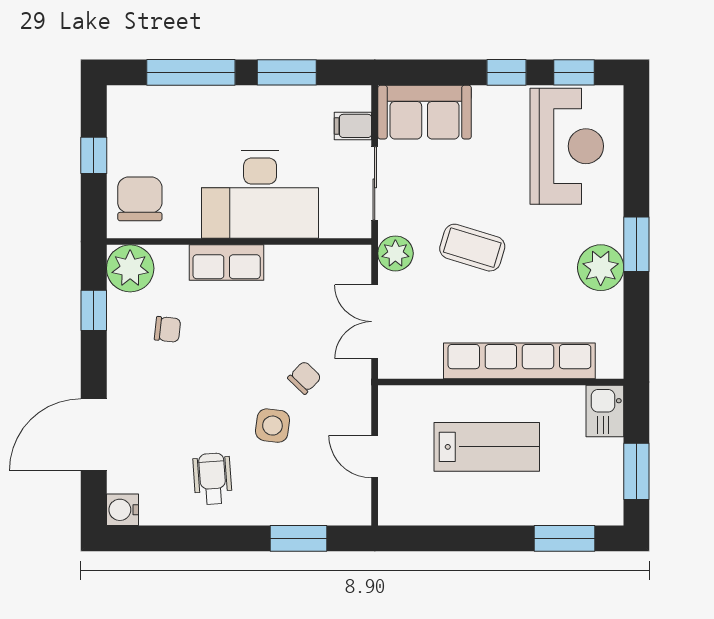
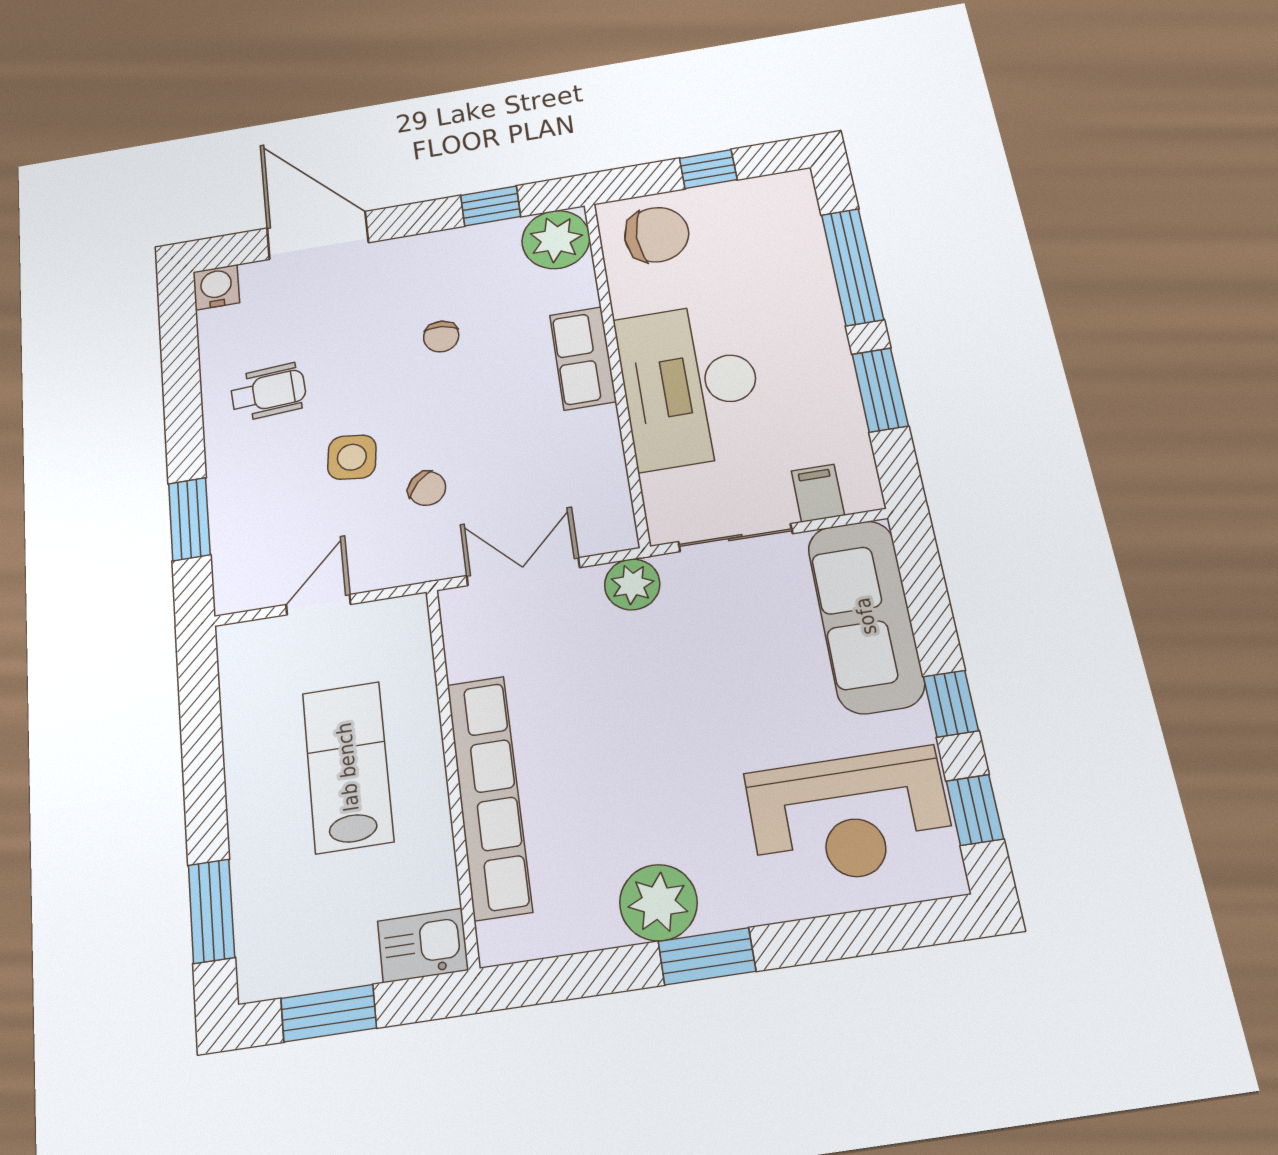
sofa: (425, 112) -> (866, 616), width x1.36
coffee table: (472, 248) -> (659, 696), removed
chair: (167, 329) -> (441, 336), moved
lab bench: (487, 447) -> (348, 767), turned 180

